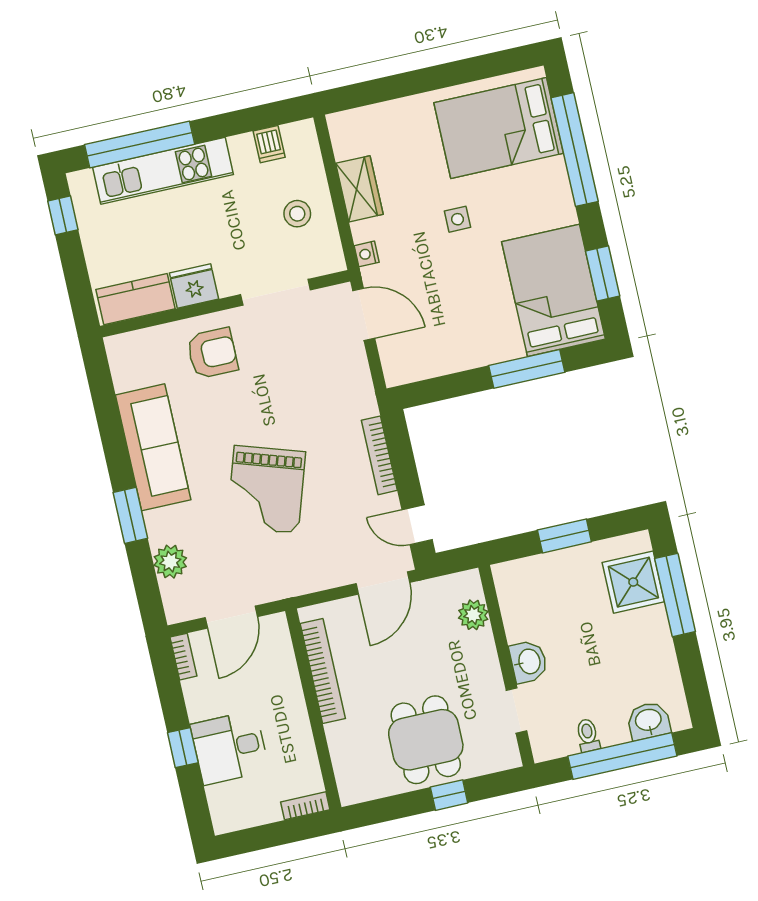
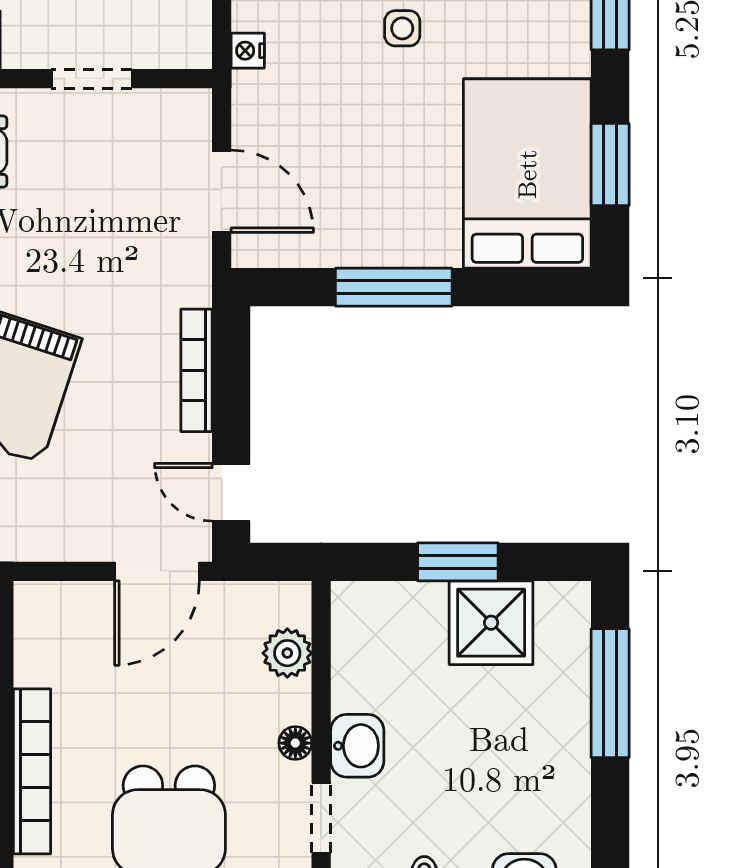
doorway: (276, 292) -> (92, 79), width x0.73
door: (364, 314) -> (222, 191), moved
window: (527, 369) -> (394, 287), moved
shower: (633, 582) -> (491, 623), moved
floor lamp: (490, 668) -> (295, 743), added
bookcase: (323, 671) -> (32, 771), moved

